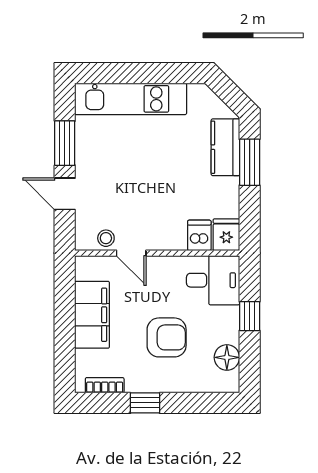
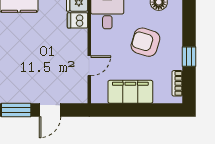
stool: (106, 238) -> (79, 83), removed
armchair: (167, 337) -> (145, 42), turned -73

